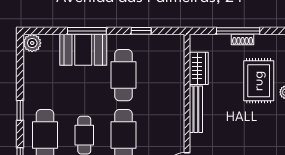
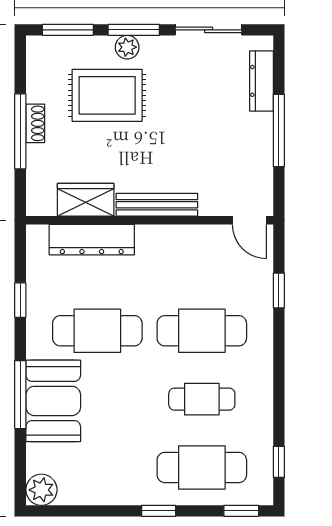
dresser: (176, 72) -> (92, 240), added

